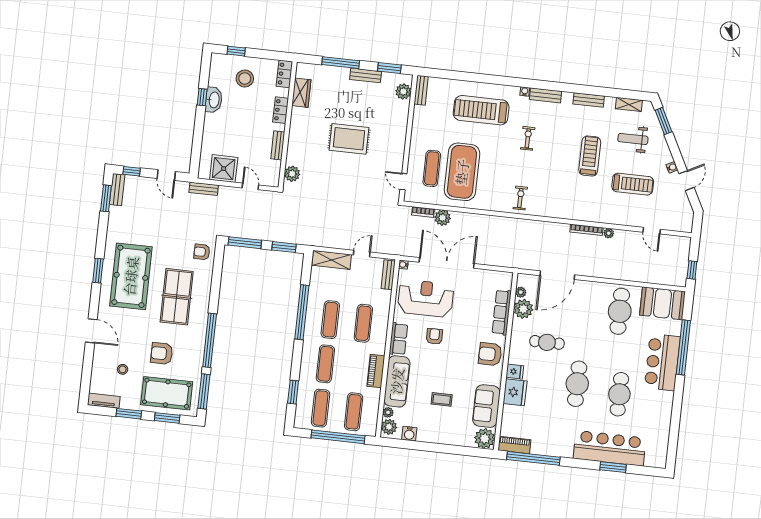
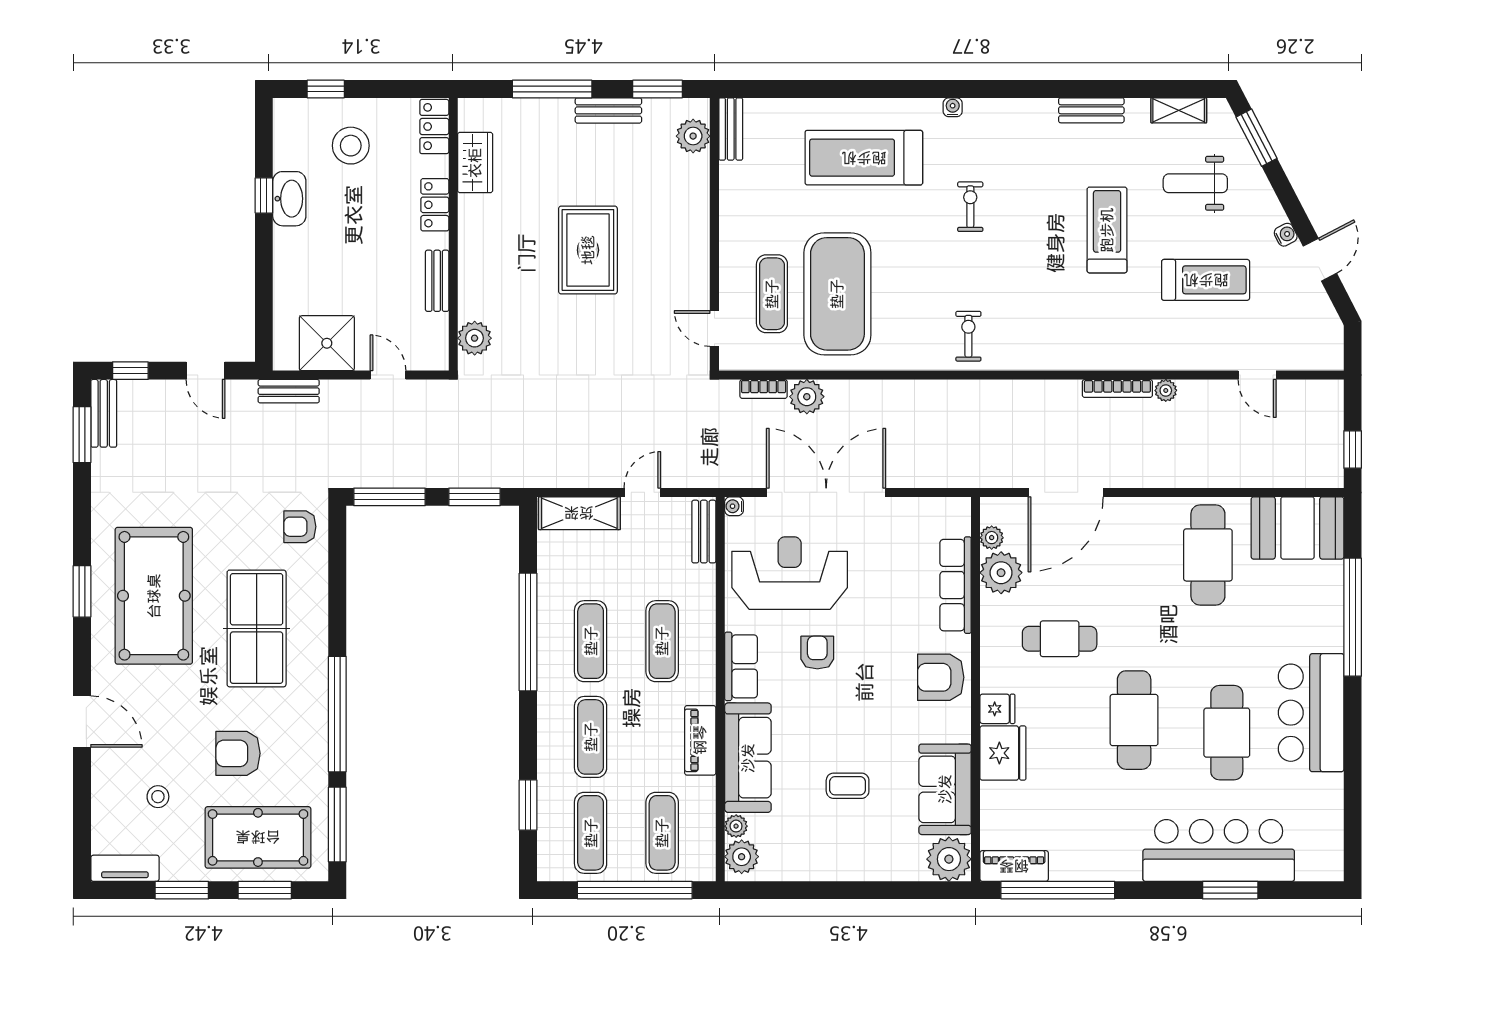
bench: (546, 95) -> (998, 111), removed
rug: (349, 139) -> (588, 250), turned 90
bar counter: (662, 362) -> (1311, 713), moved
water cooler: (409, 434) -> (787, 867), removed

